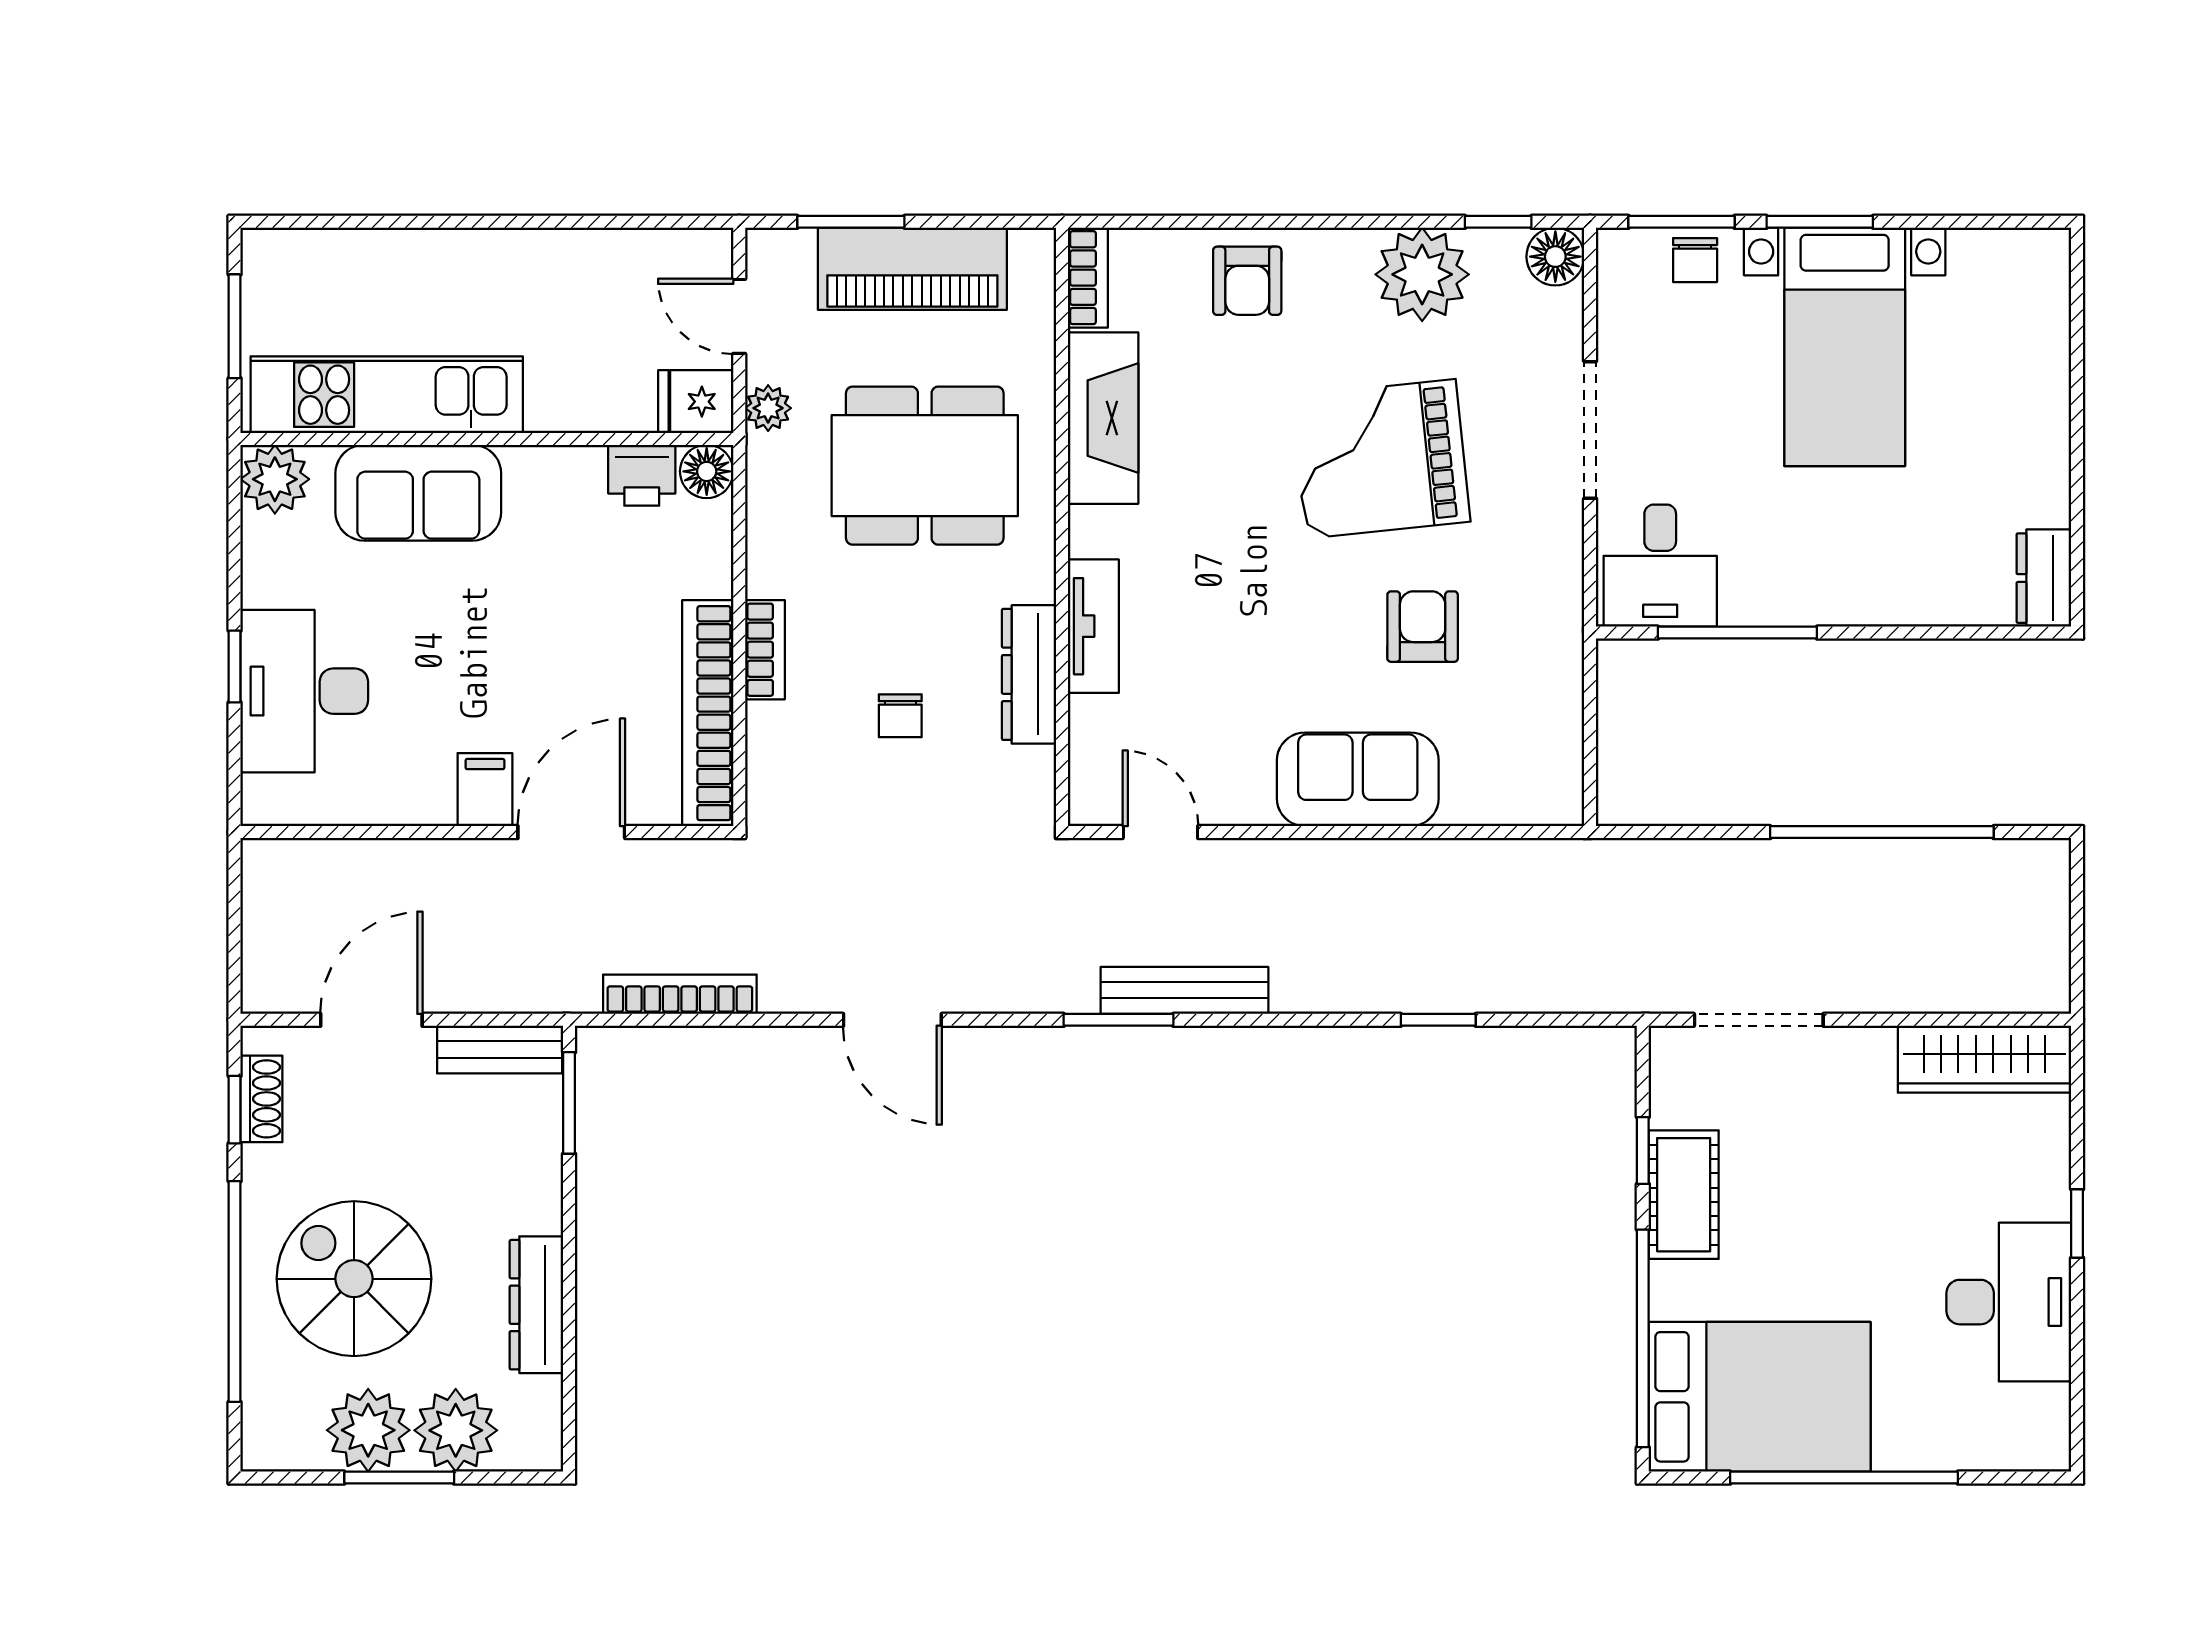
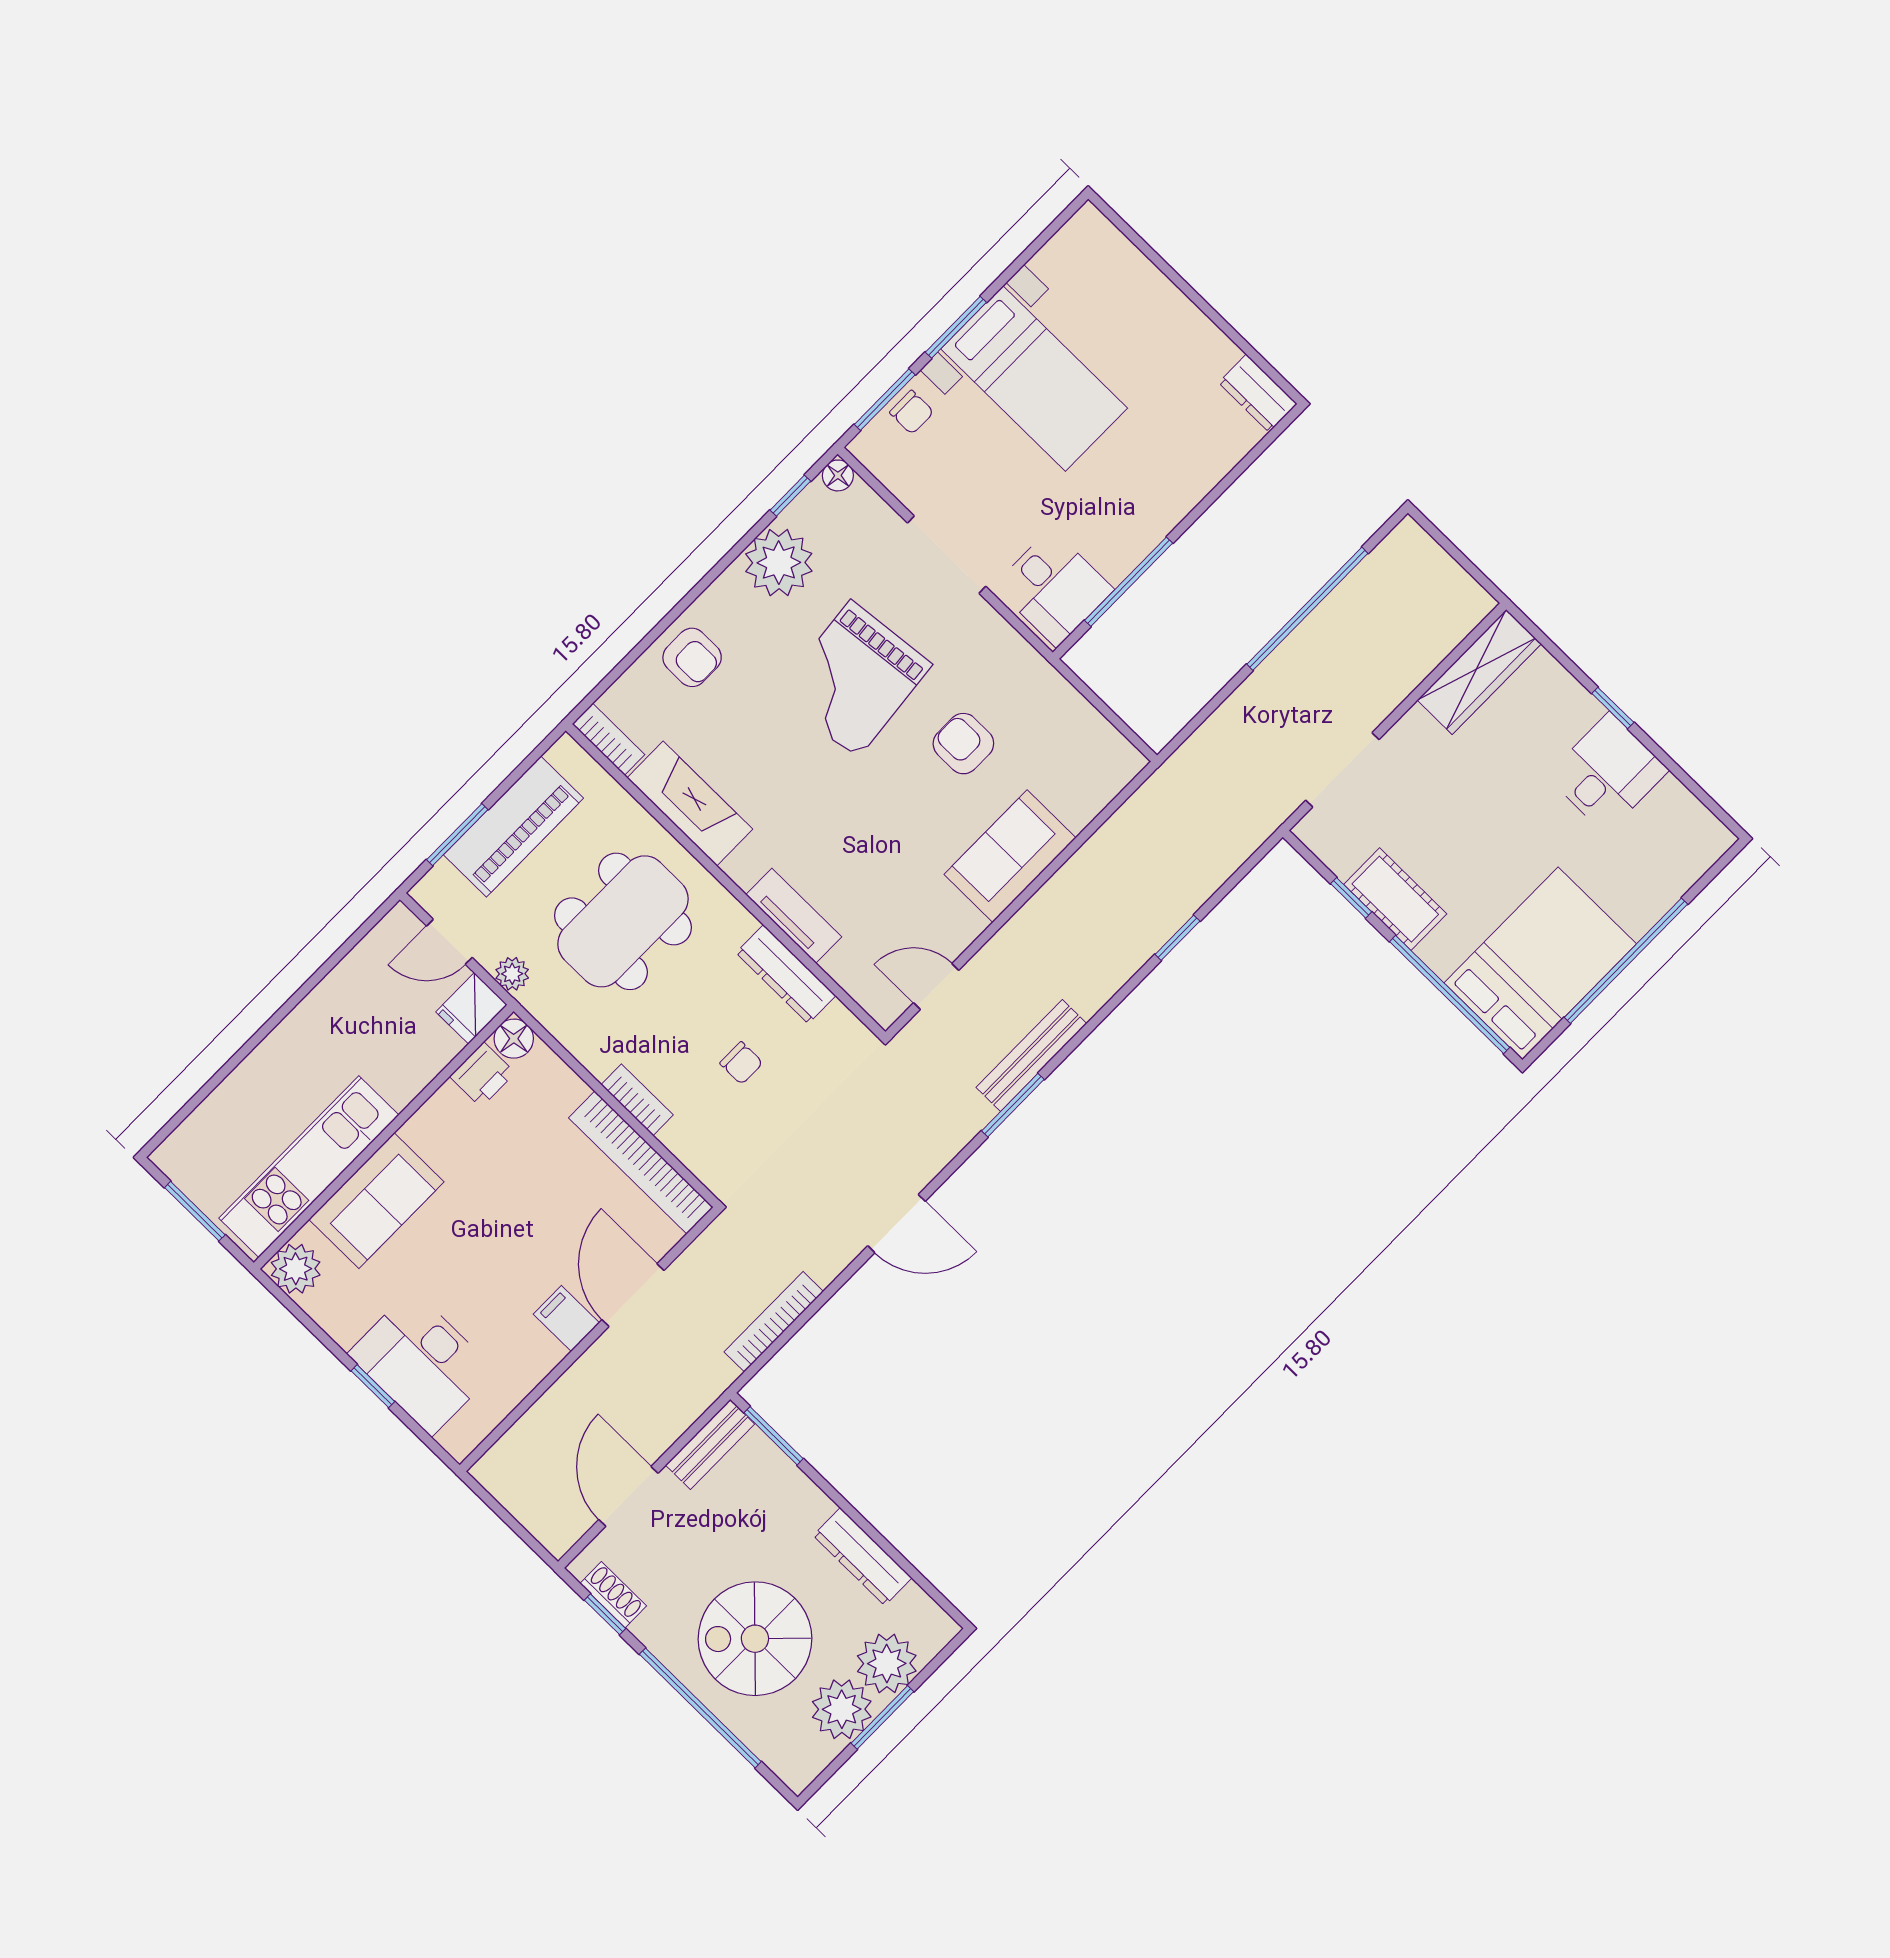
floor lamp: (1555, 257) -> (838, 475), width x0.73, depth x0.73
desk: (2009, 1302) -> (1608, 773), width x0.73

